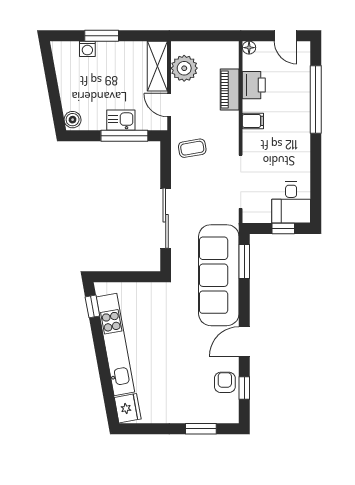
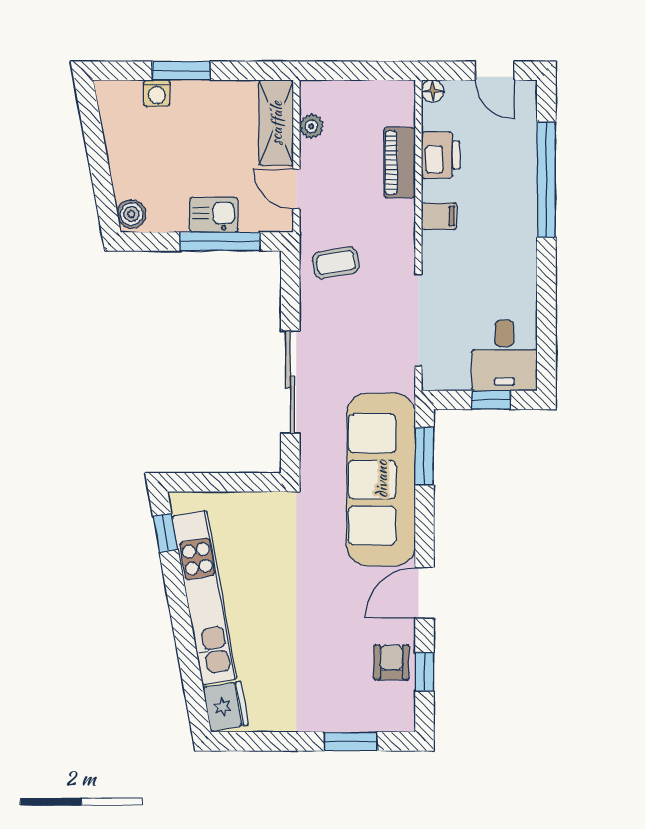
plant: (184, 68) -> (311, 126), width x0.53, depth x0.53

